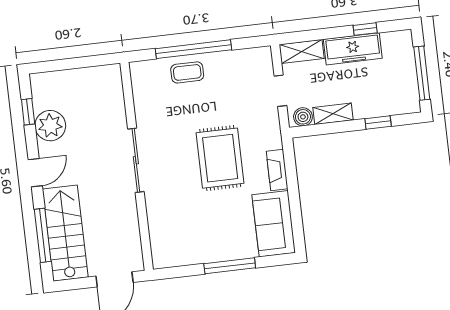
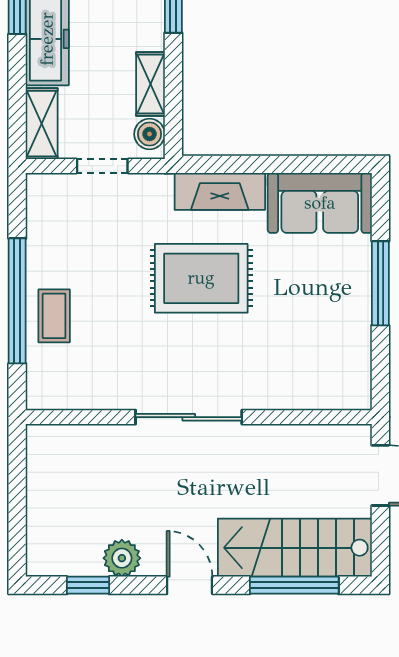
plant: (50, 126) -> (122, 558), width x0.73, depth x0.73
fireplace: (277, 170) -> (220, 191), width x1.37, depth x1.32

